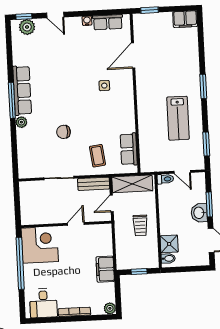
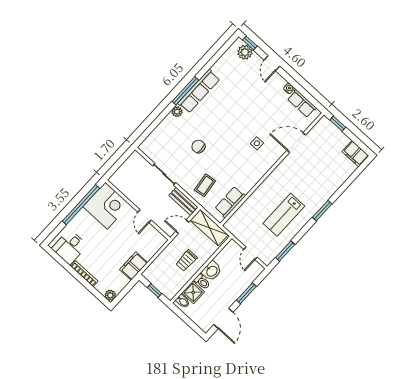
toilet: (165, 179) -> (202, 282), moved
washbasin: (199, 213) -> (212, 271), moved, turned 180
door: (76, 224) -> (145, 216), swing flipped

